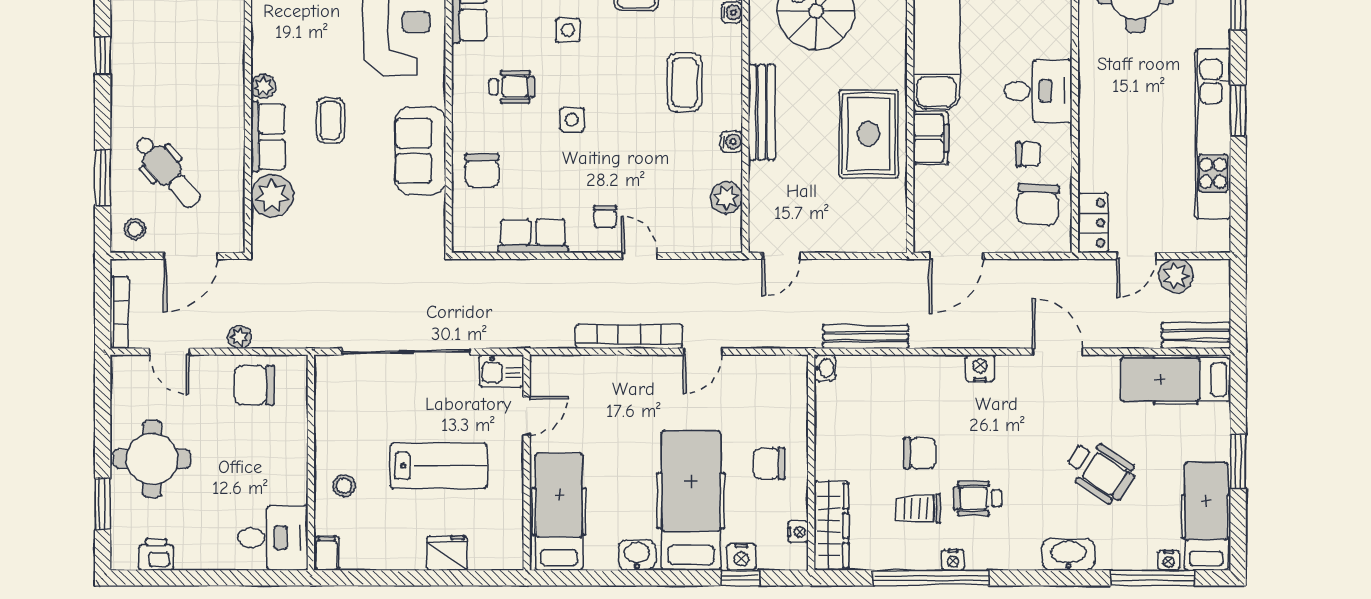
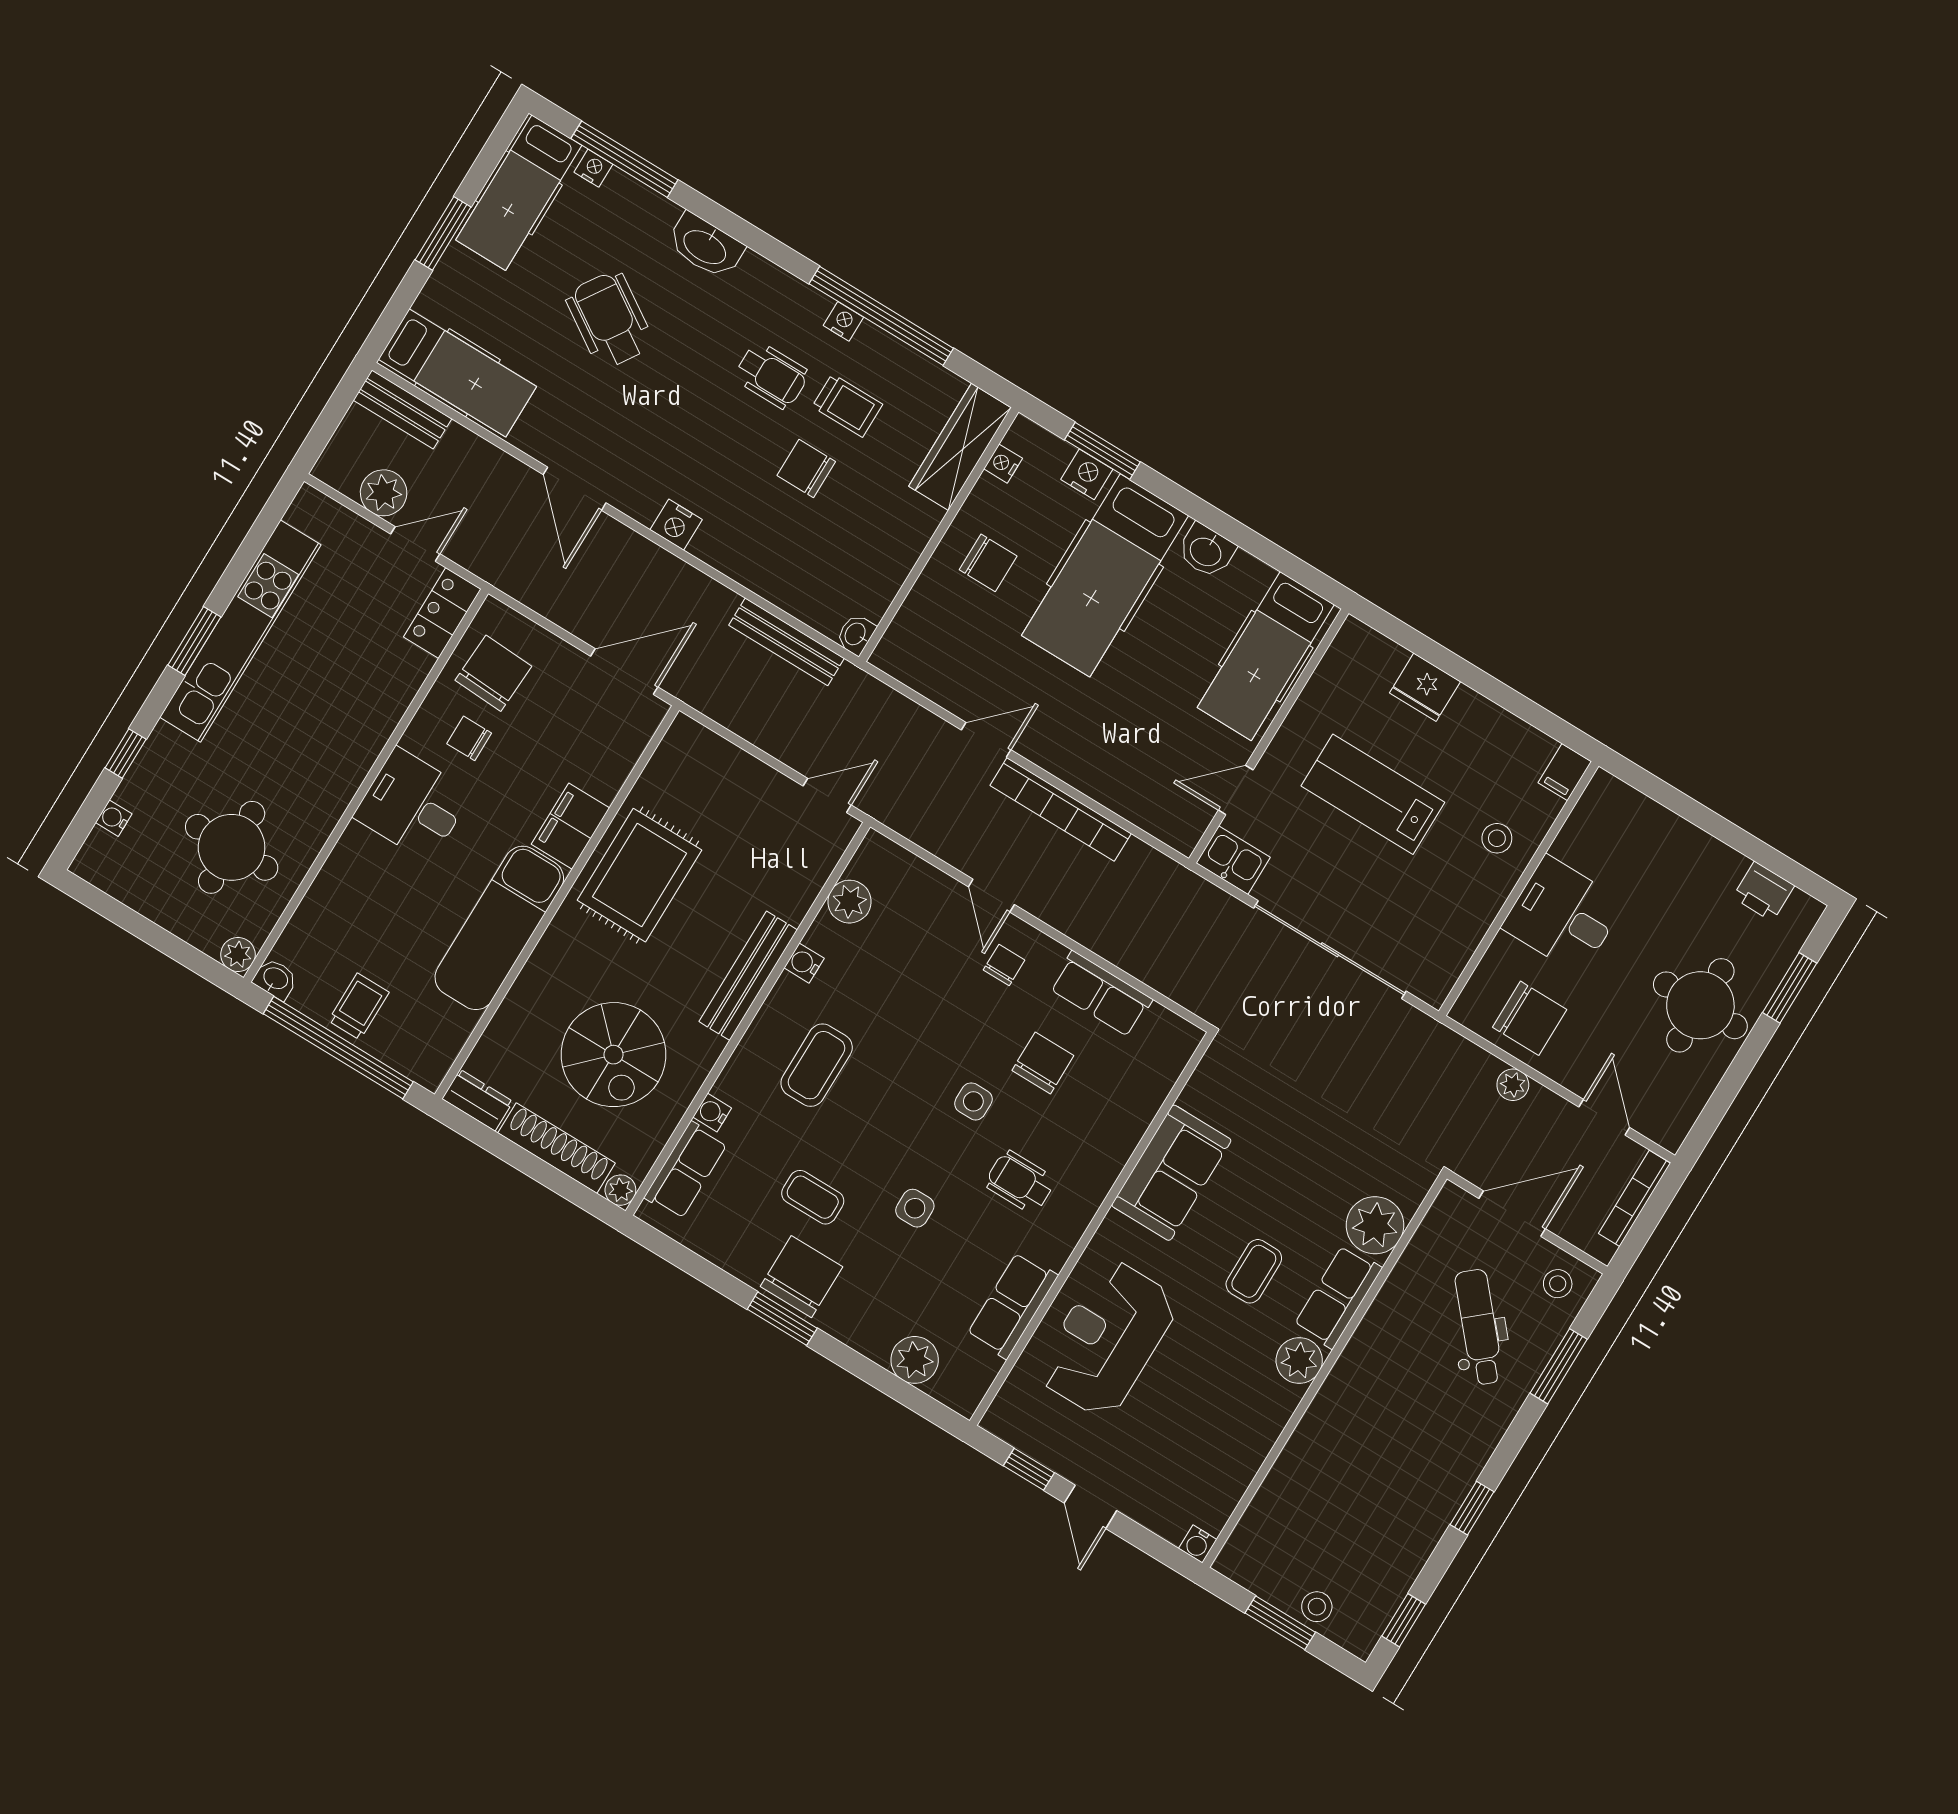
plant: (263, 86) -> (1299, 1361), width x1.38, depth x1.38
chair: (482, 170) -> (1043, 1063), moved
desk: (273, 538) -> (1563, 915), moved
window: (740, 578) -> (1102, 451), width x1.50

